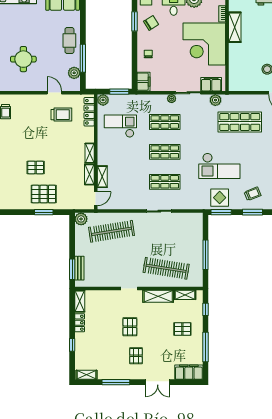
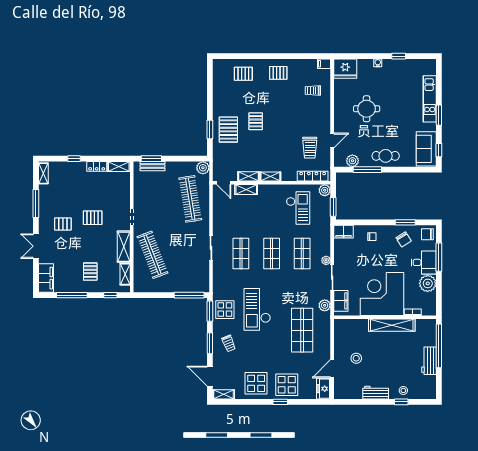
shelving: (235, 27) -> (392, 325), width x1.47
window: (206, 255) -> (189, 295), moved
clothes rail: (166, 268) -> (152, 255), turned -30

